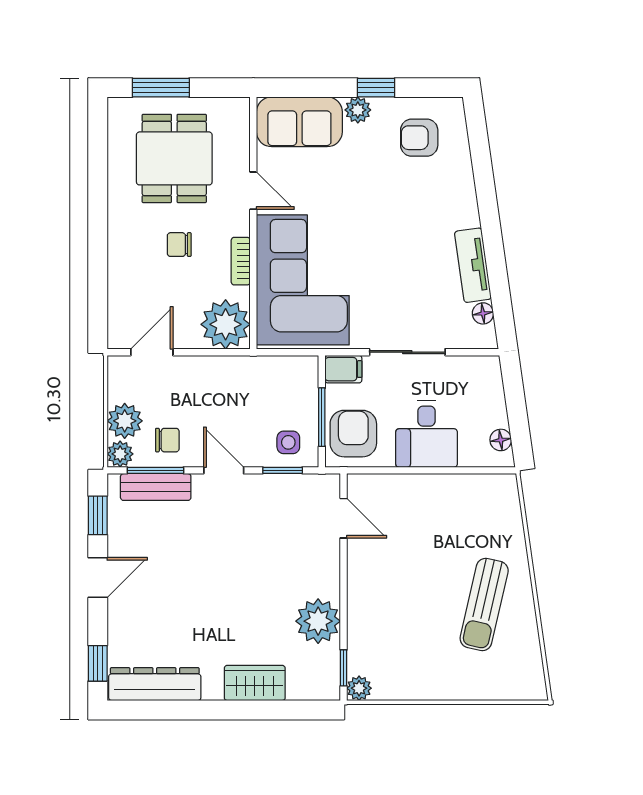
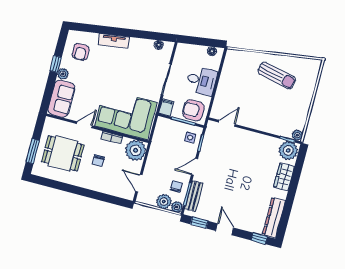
tv unit: (473, 265) -> (114, 41), moved
plant: (318, 621) -> (288, 151), moved

